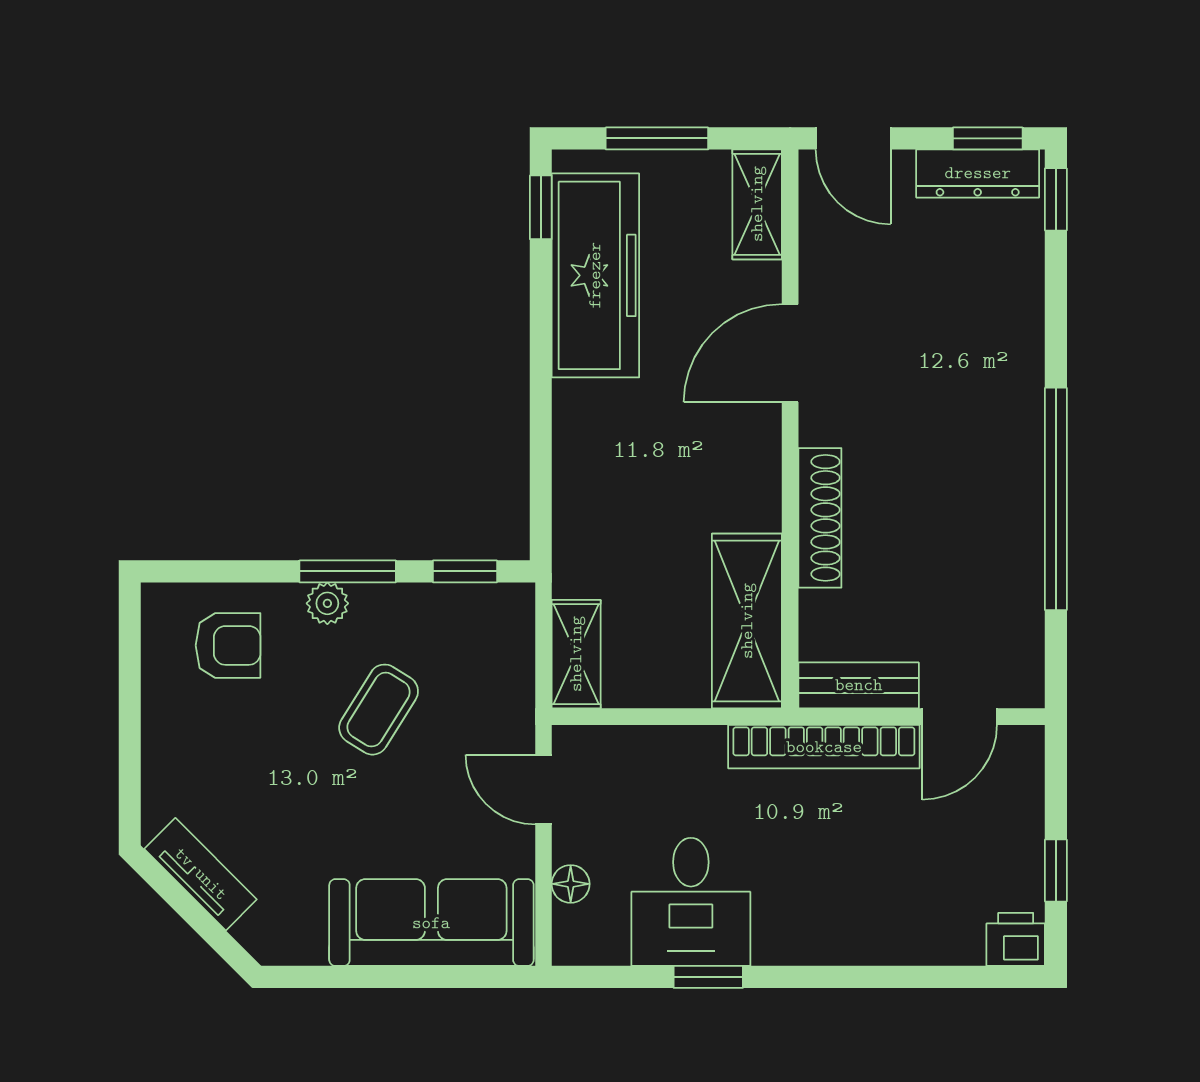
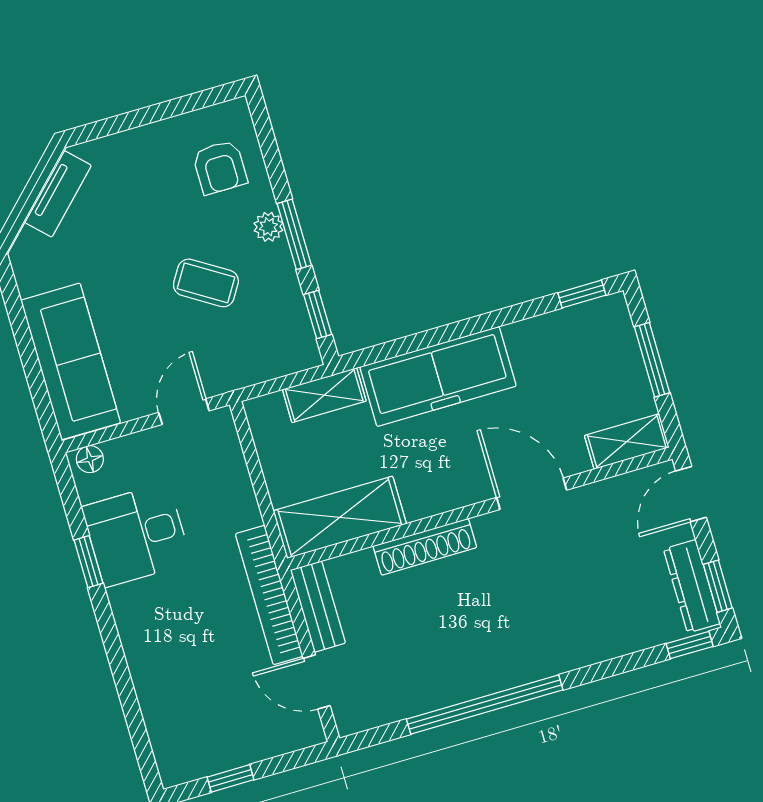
freezer: (595, 275) -> (438, 376), moved
shelving: (576, 654) -> (324, 395), moved
floor lamp: (571, 884) -> (90, 459), moved
printer: (1016, 939) -> (175, 765), removed

